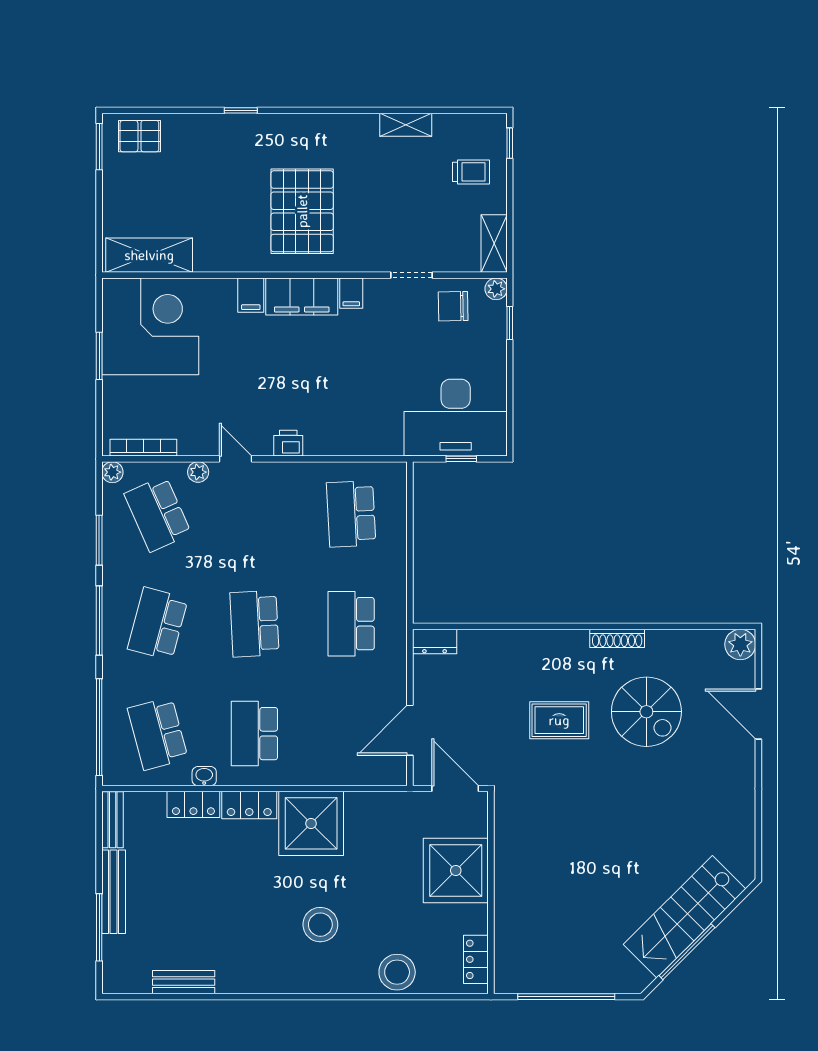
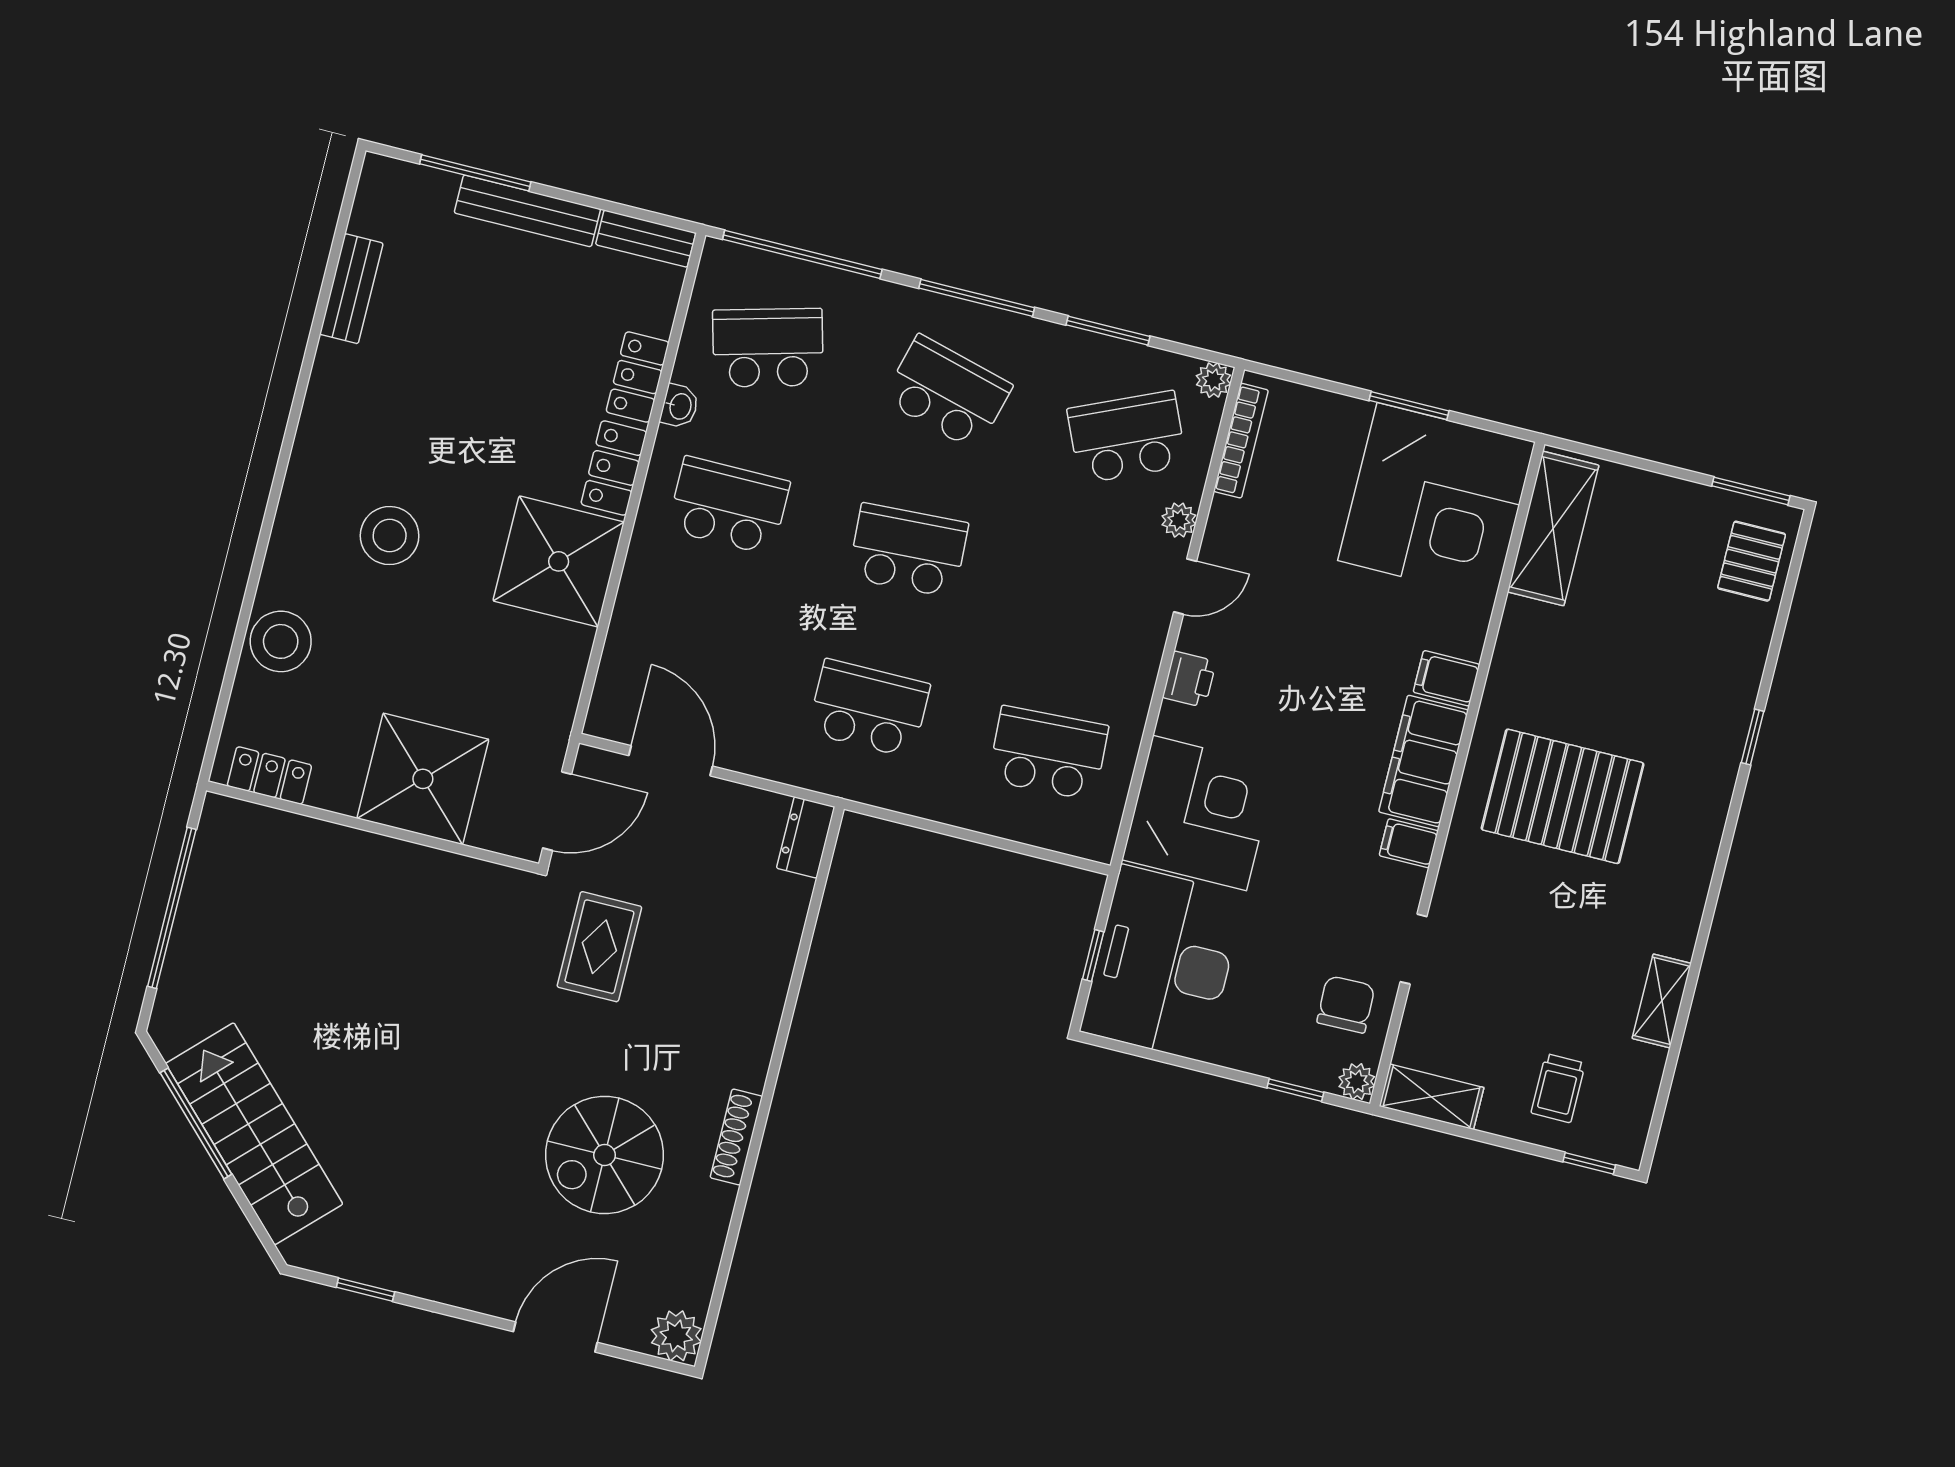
corner desk: (364, 418) -> (1200, 813), added
rug: (559, 720) -> (599, 947), moved
window: (758, 830) -> (365, 1290), added

